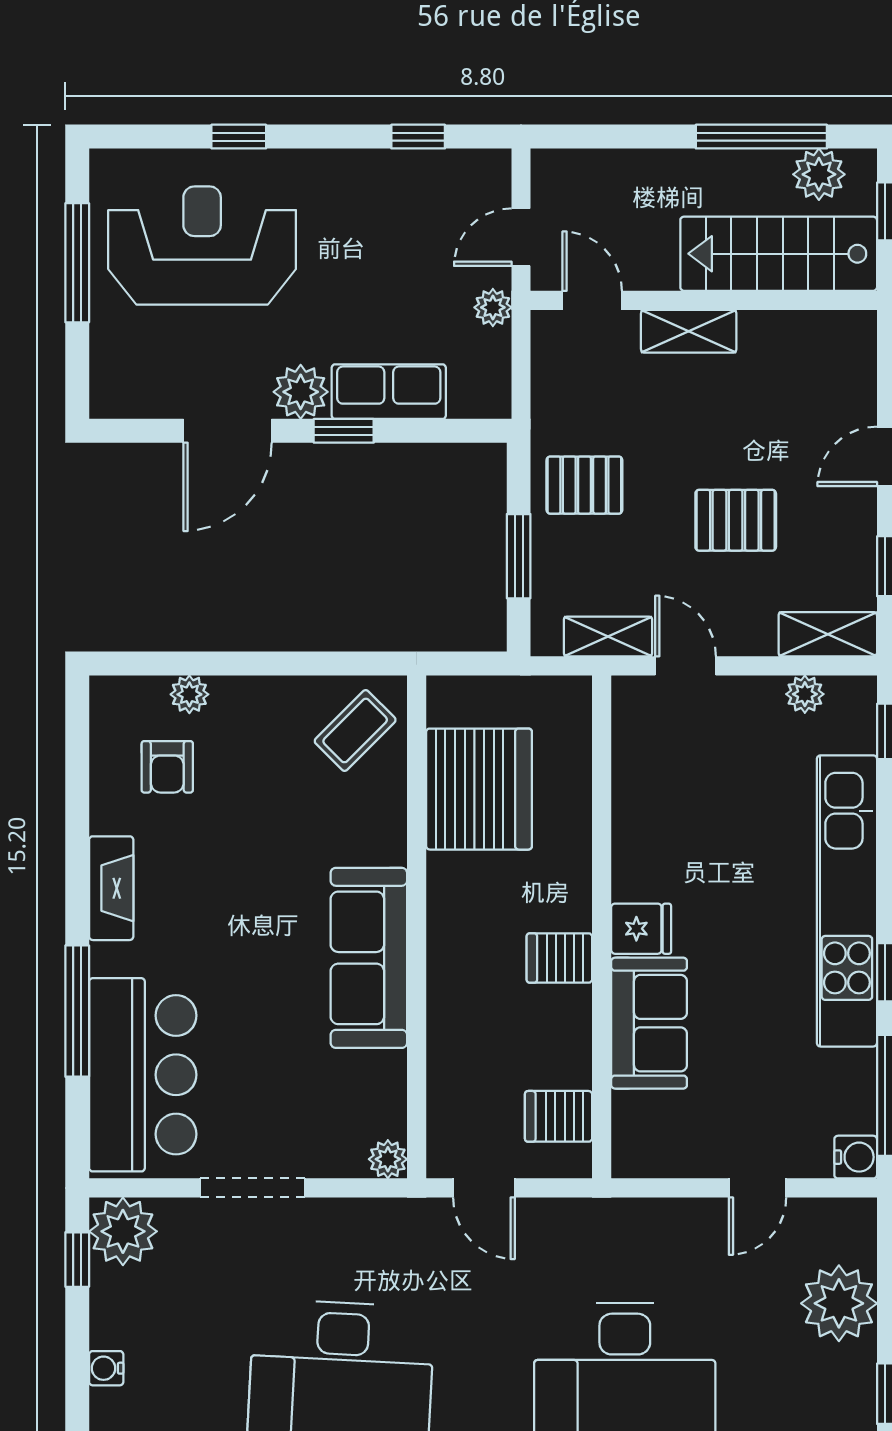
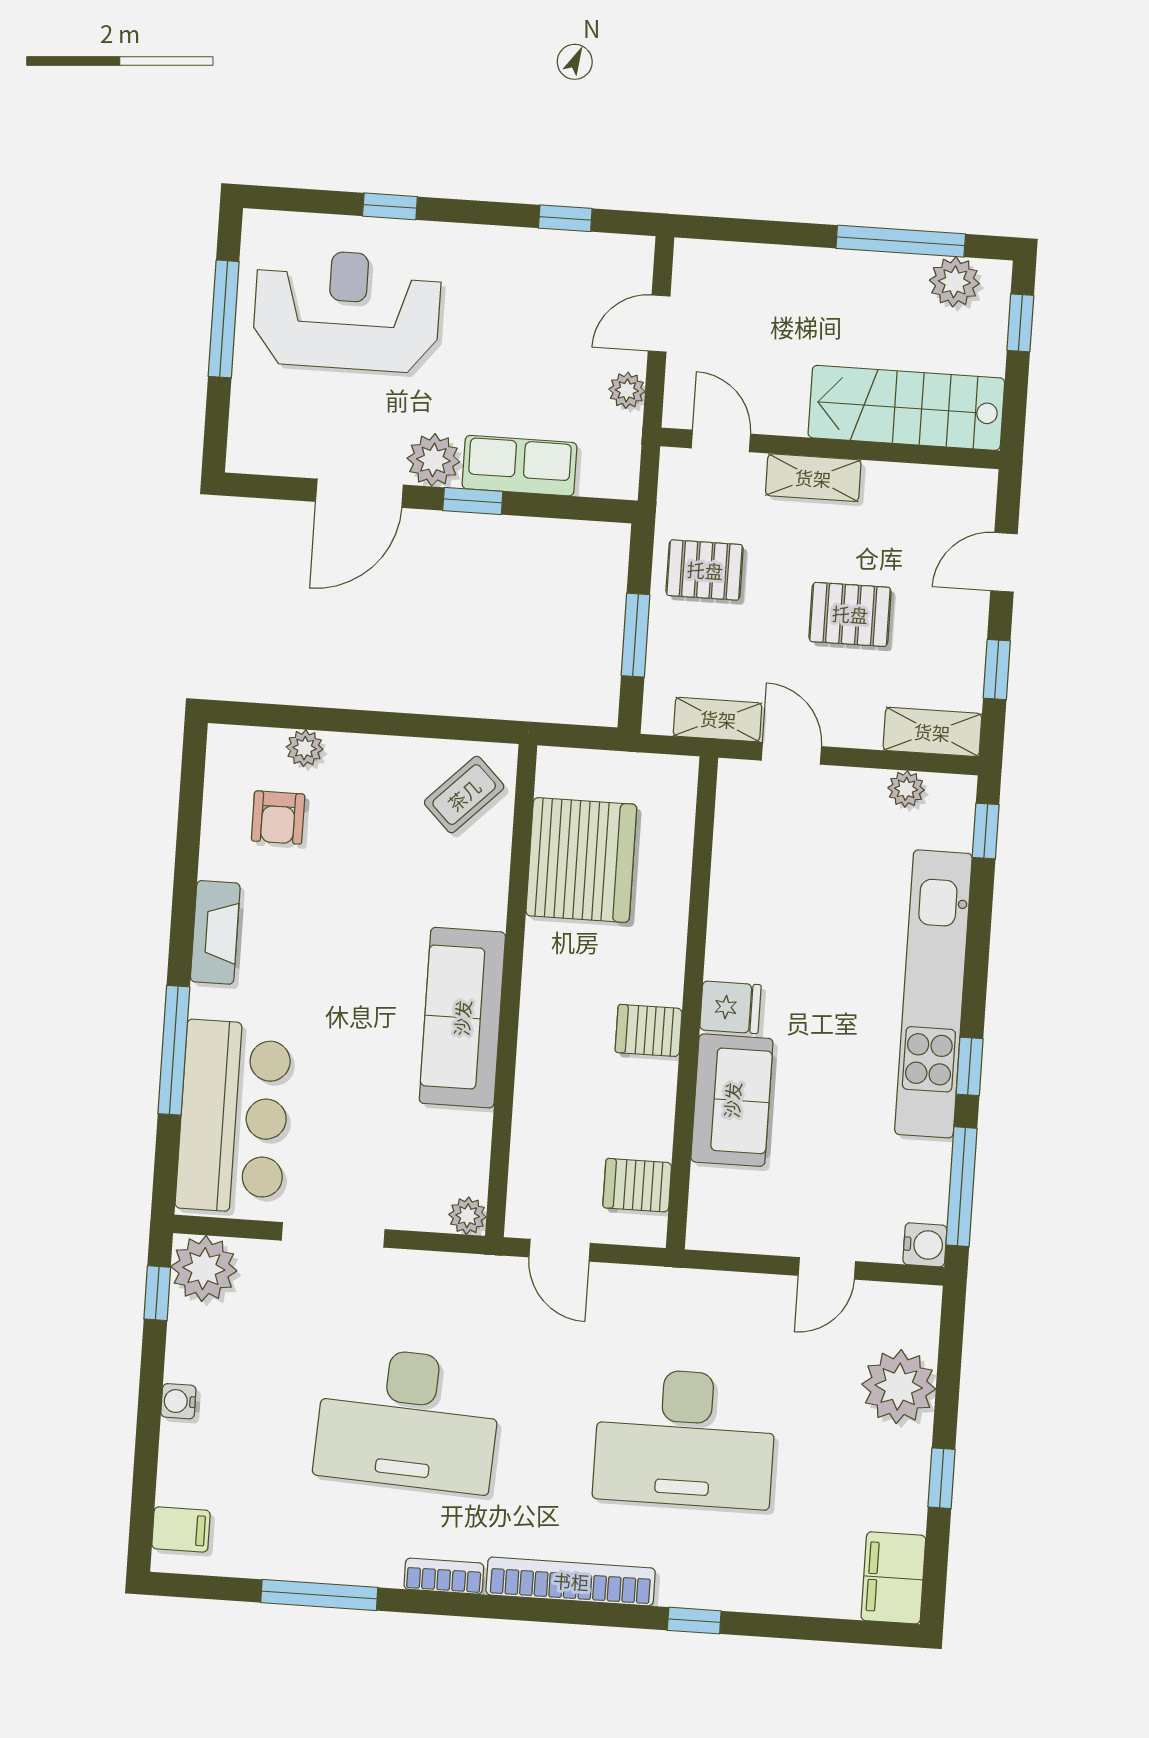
stairs: (779, 254) -> (906, 408), moved
door: (592, 300) -> (721, 441), moved
wall: (704, 300) -> (830, 448), moved
shelving: (689, 331) -> (813, 478), moved

